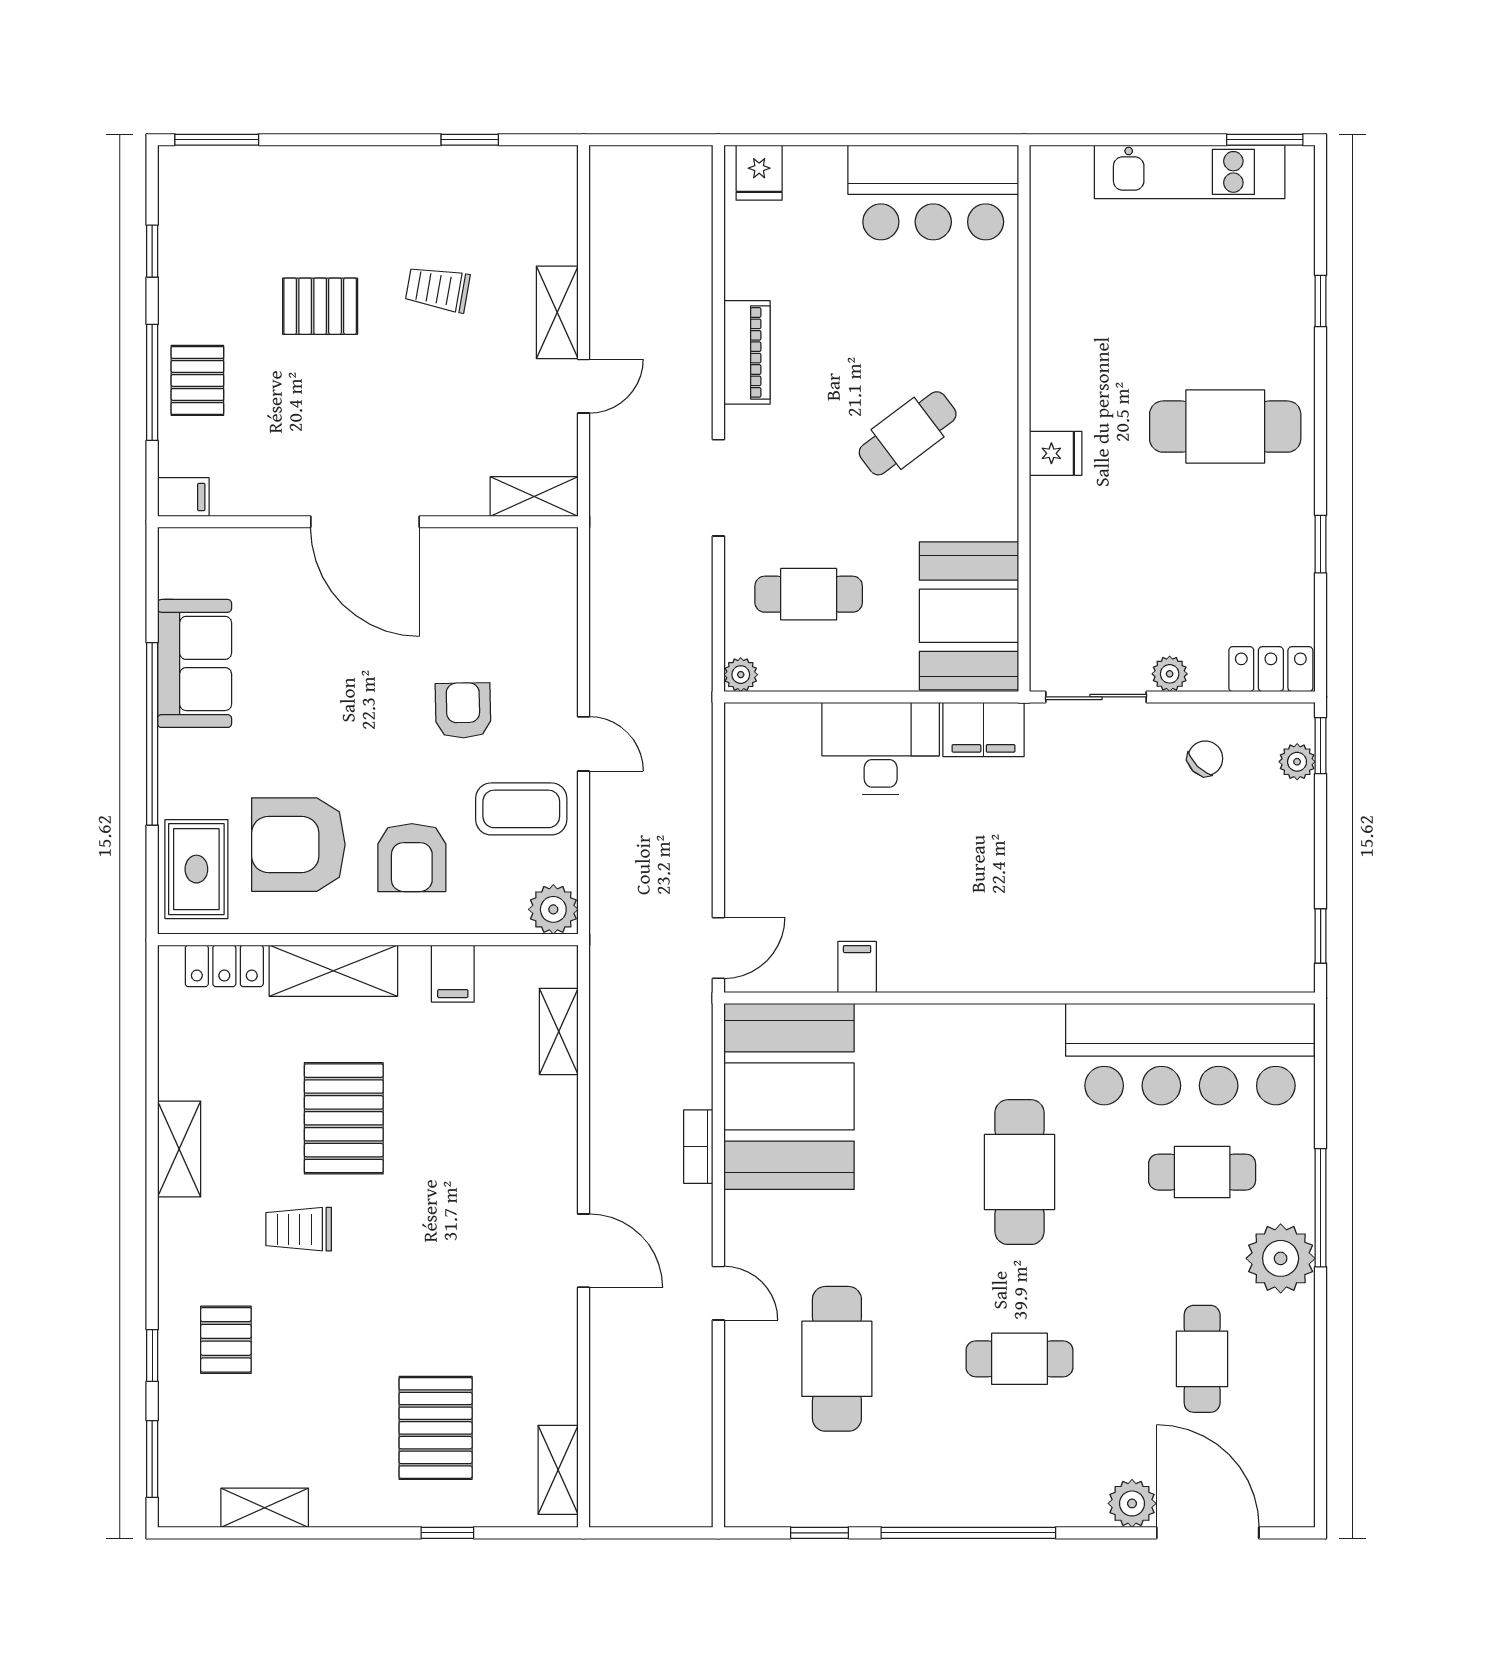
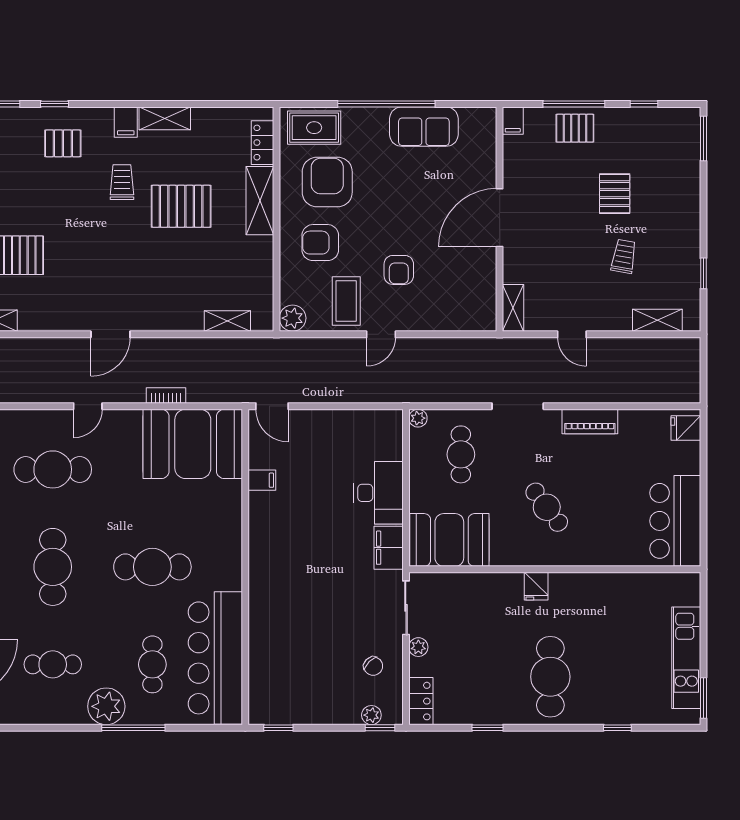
shelving: (557, 312) -> (657, 320), moved
armchair: (463, 710) -> (399, 270), turned 91
filing cabinet: (453, 974) -> (126, 122), moved, turned -90
cafe table: (1019, 1359) -> (53, 567), width x1.37, depth x1.35

